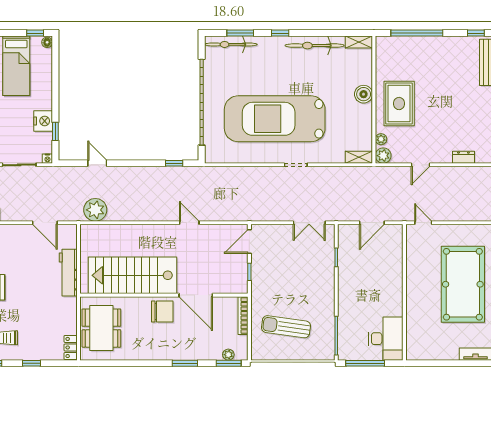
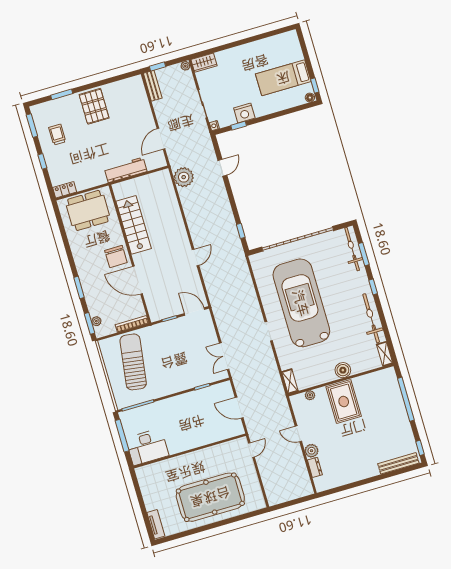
rug: (399, 104) -> (344, 402), turned 90
plant: (383, 156) -> (312, 451), moved
stairs: (132, 275) -> (134, 225), width x0.73, depth x0.66
door: (196, 295) -> (138, 280), hinge flipped
sun lounger: (286, 327) -> (133, 362), width x1.36, depth x1.34

